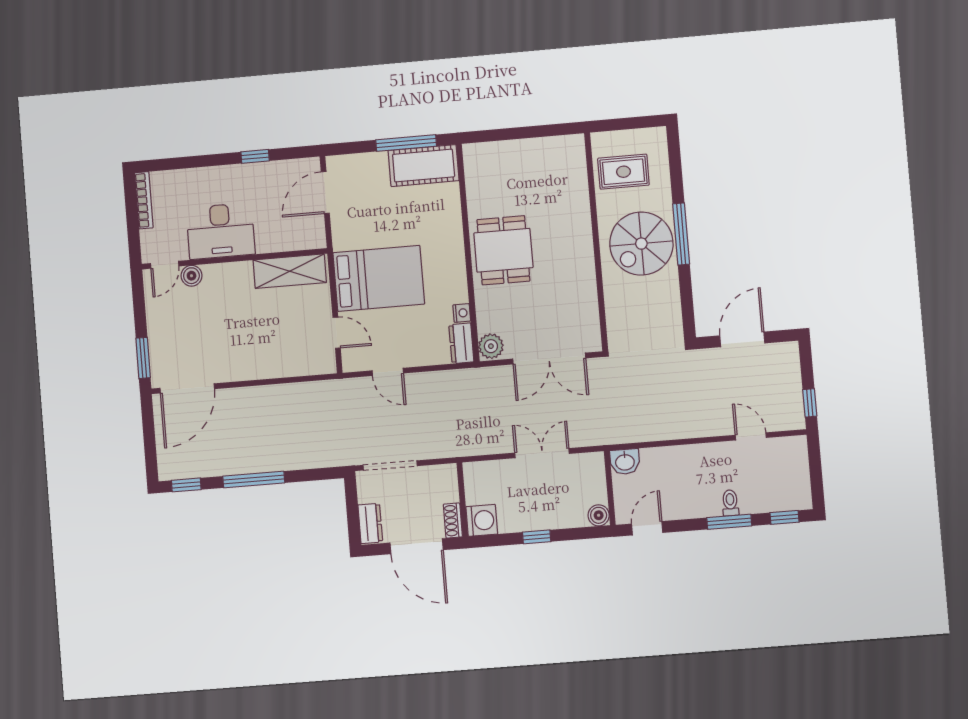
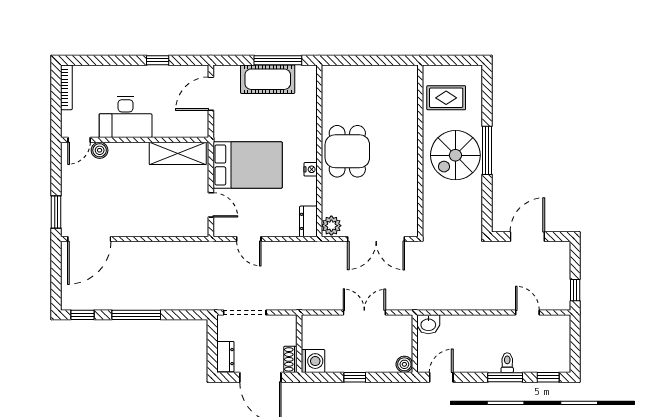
cot: (424, 166) -> (268, 79), moved
nightstand: (462, 313) -> (311, 169), moved

